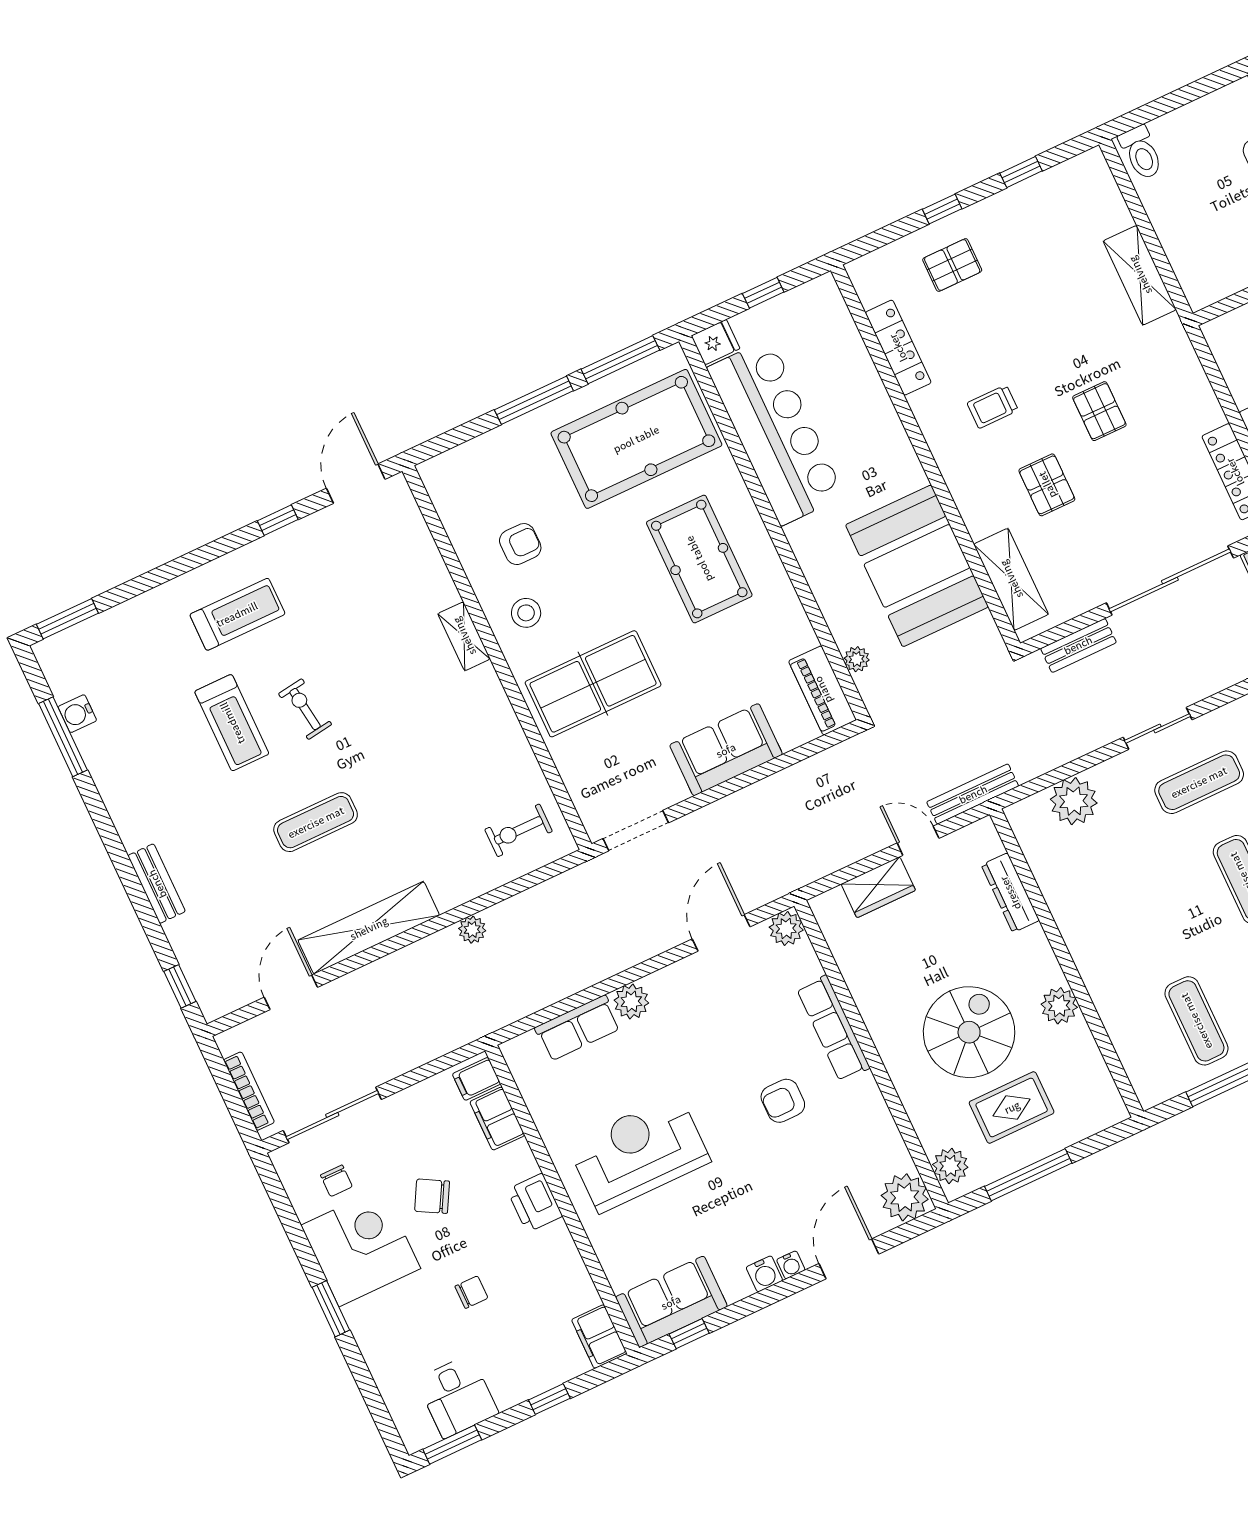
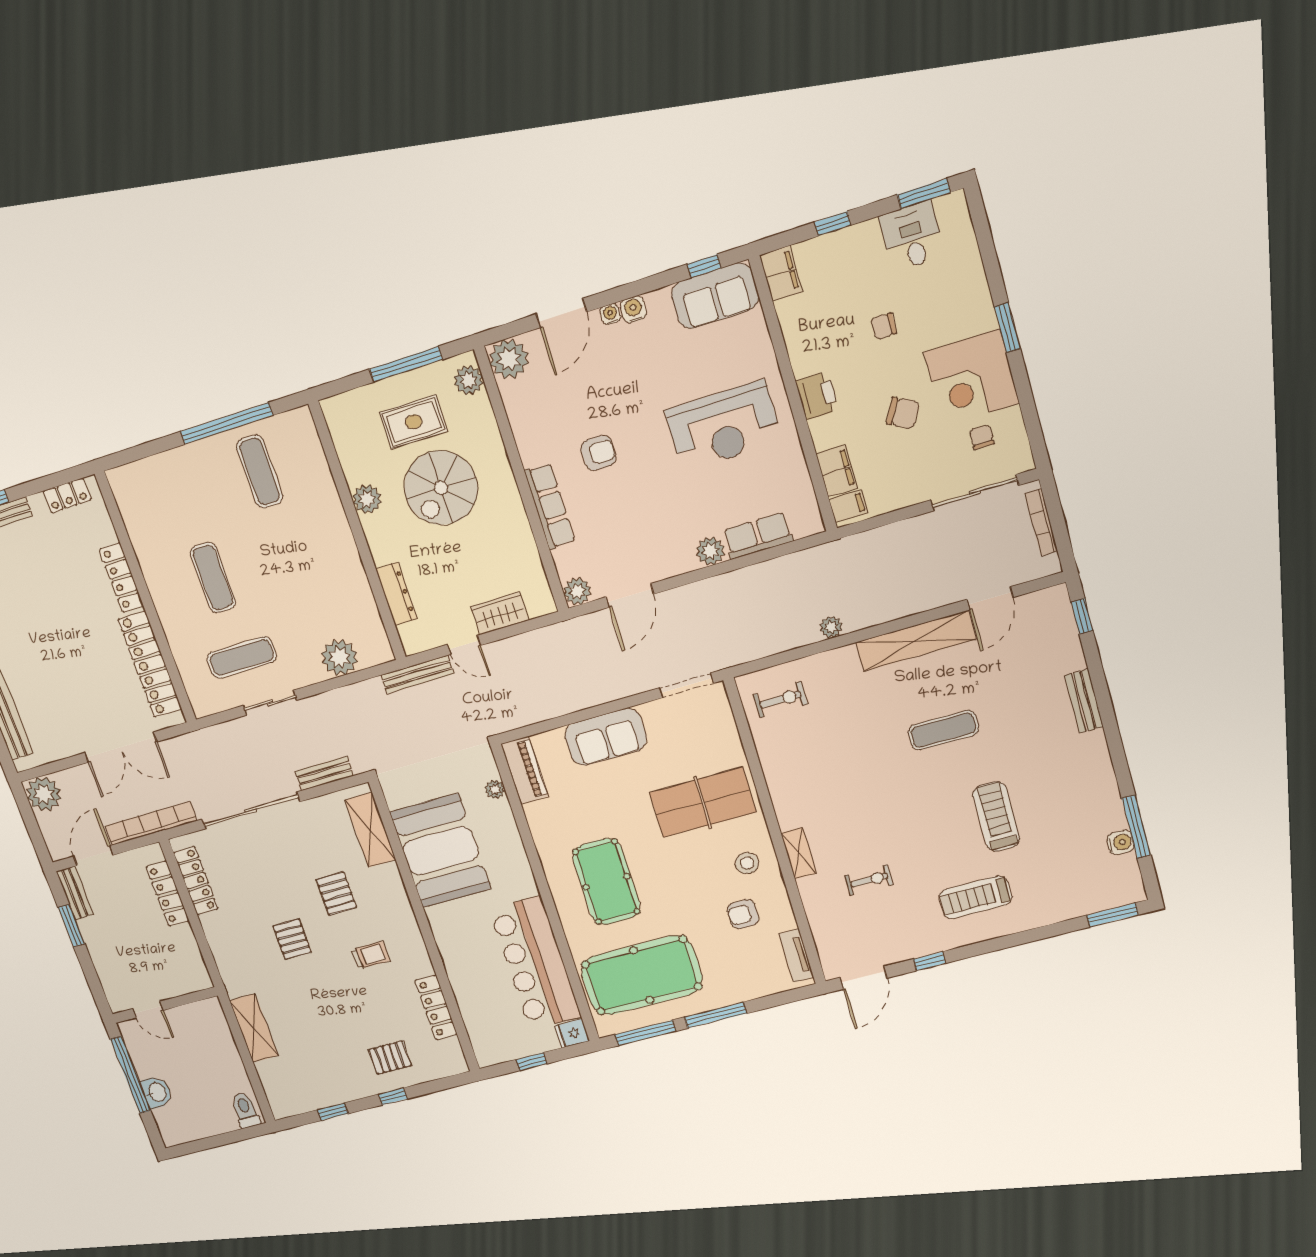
tv unit: (445, 500) -> (796, 956), added
exercise bike: (305, 709) -> (869, 880), moved, turned -82

